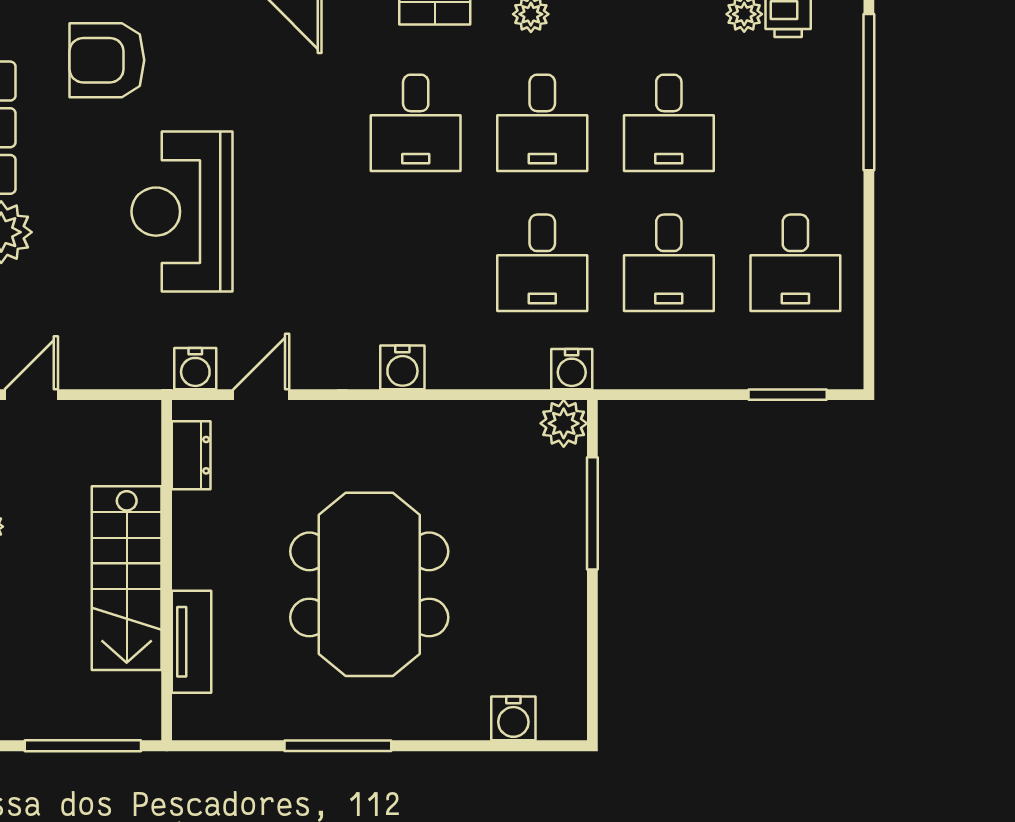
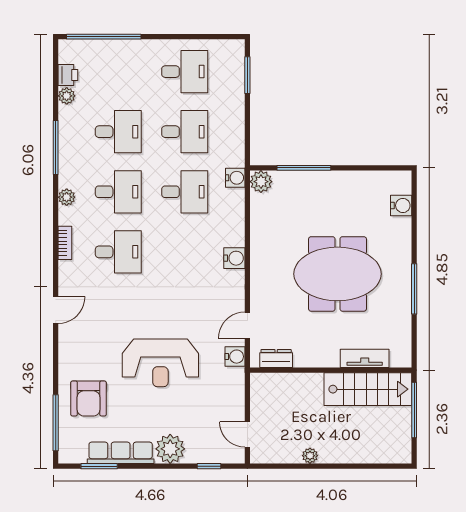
door: (261, 395) -> (247, 325), hinge flipped
stairs: (127, 578) -> (368, 389), moved

